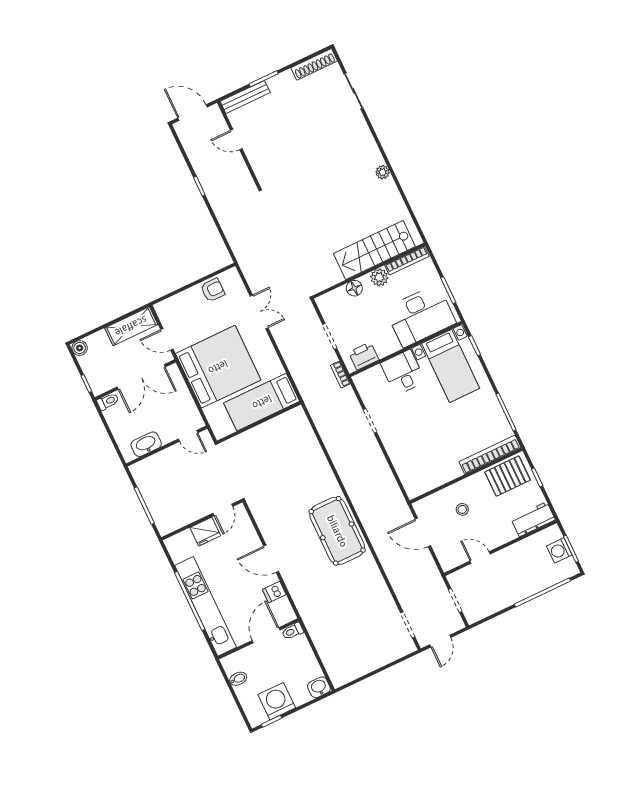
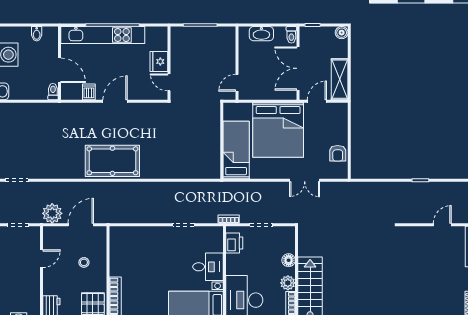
washbasin: (146, 444) -> (261, 34), moved, turned 90
plant: (425, 569) -> (52, 213), added

